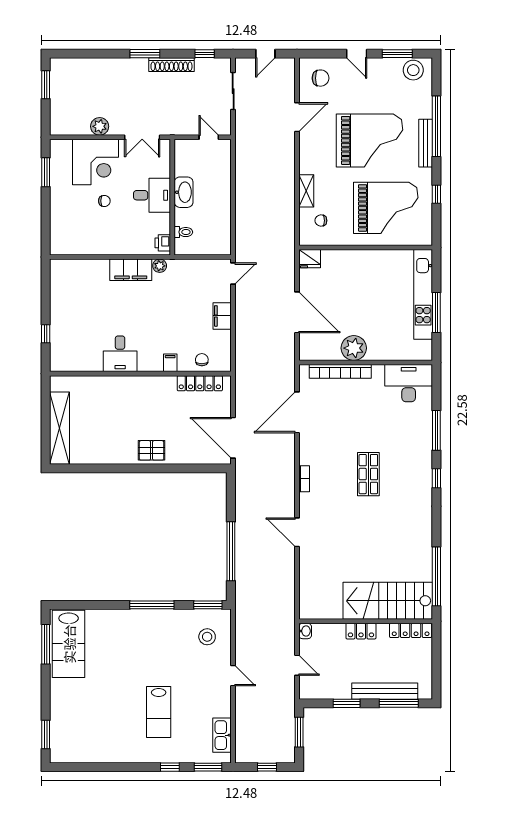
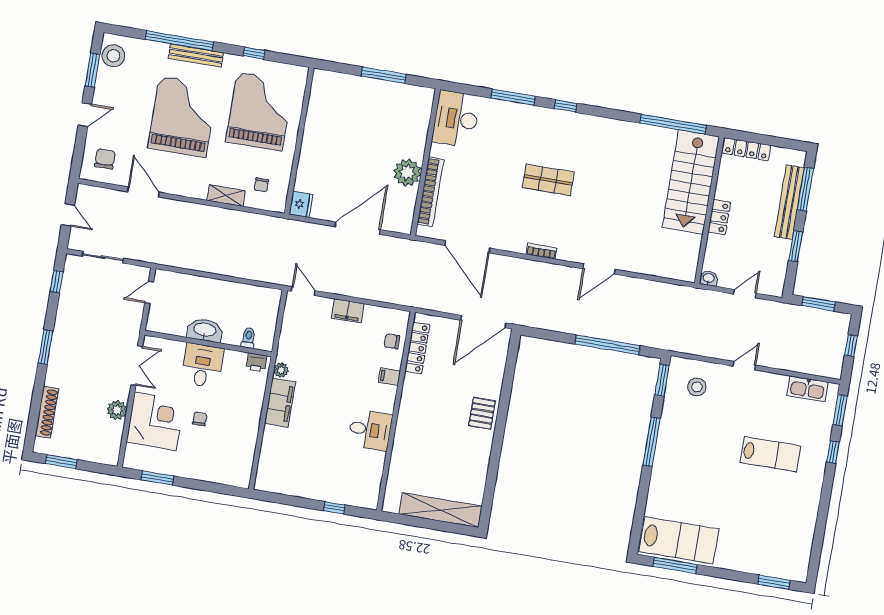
shoe rack: (171, 65) -> (47, 412), moved
kitchen unit: (423, 294) -> (361, 86), removed
locker: (411, 630) -> (746, 149), moved, turned 90

